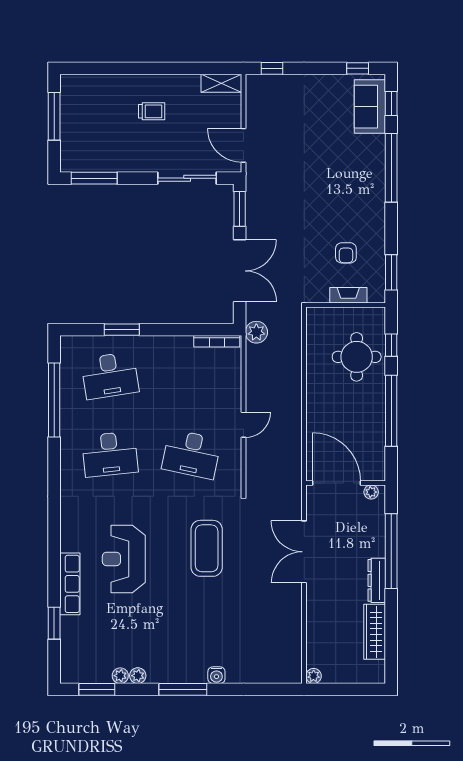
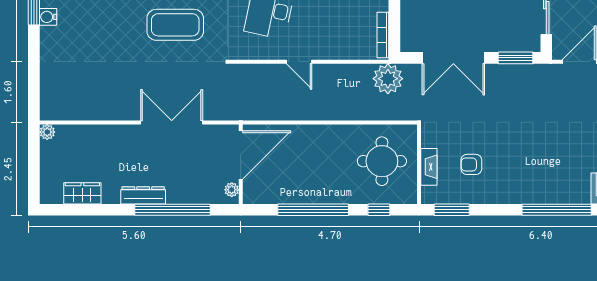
plant: (256, 332) -> (388, 79), width x1.36, depth x1.36
round table: (357, 357) -> (382, 161), moved
wardrobe: (375, 632) -> (82, 193), width x0.67
water cooler: (216, 675) -> (48, 17), moved

